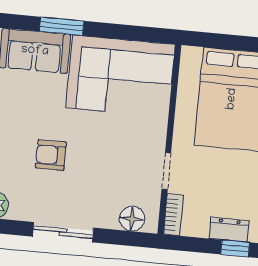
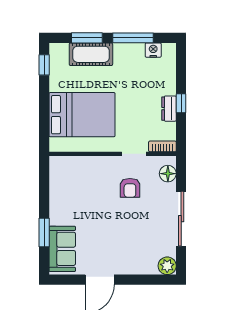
corner sofa: (121, 76) -> (74, 190), removed
armchair: (51, 155) -> (130, 188), moved
sliding door: (63, 232) -> (181, 219), width x1.37

